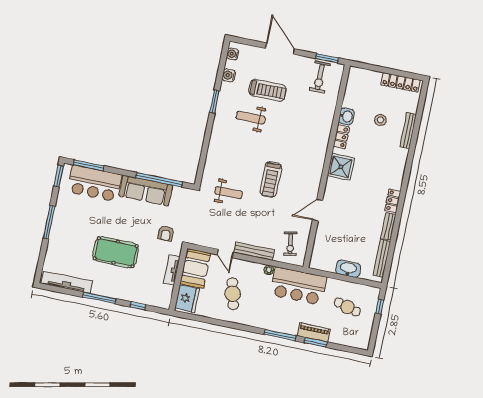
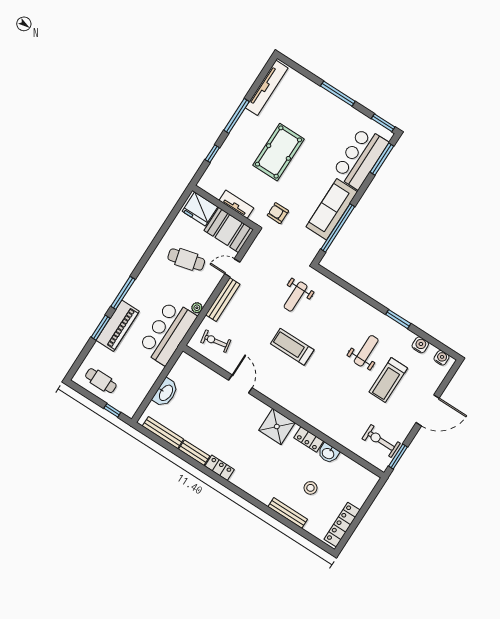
cafe table: (347, 307) -> (101, 381), moved, turned 74
piano: (314, 332) -> (118, 326), width x1.37, depth x1.33

